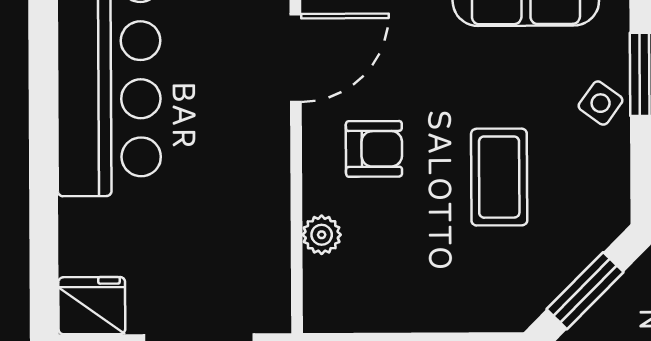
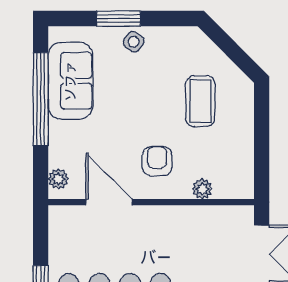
coffee table: (499, 177) -> (200, 101), moved, turned 90
window: (585, 291) -> (232, 50), removed

